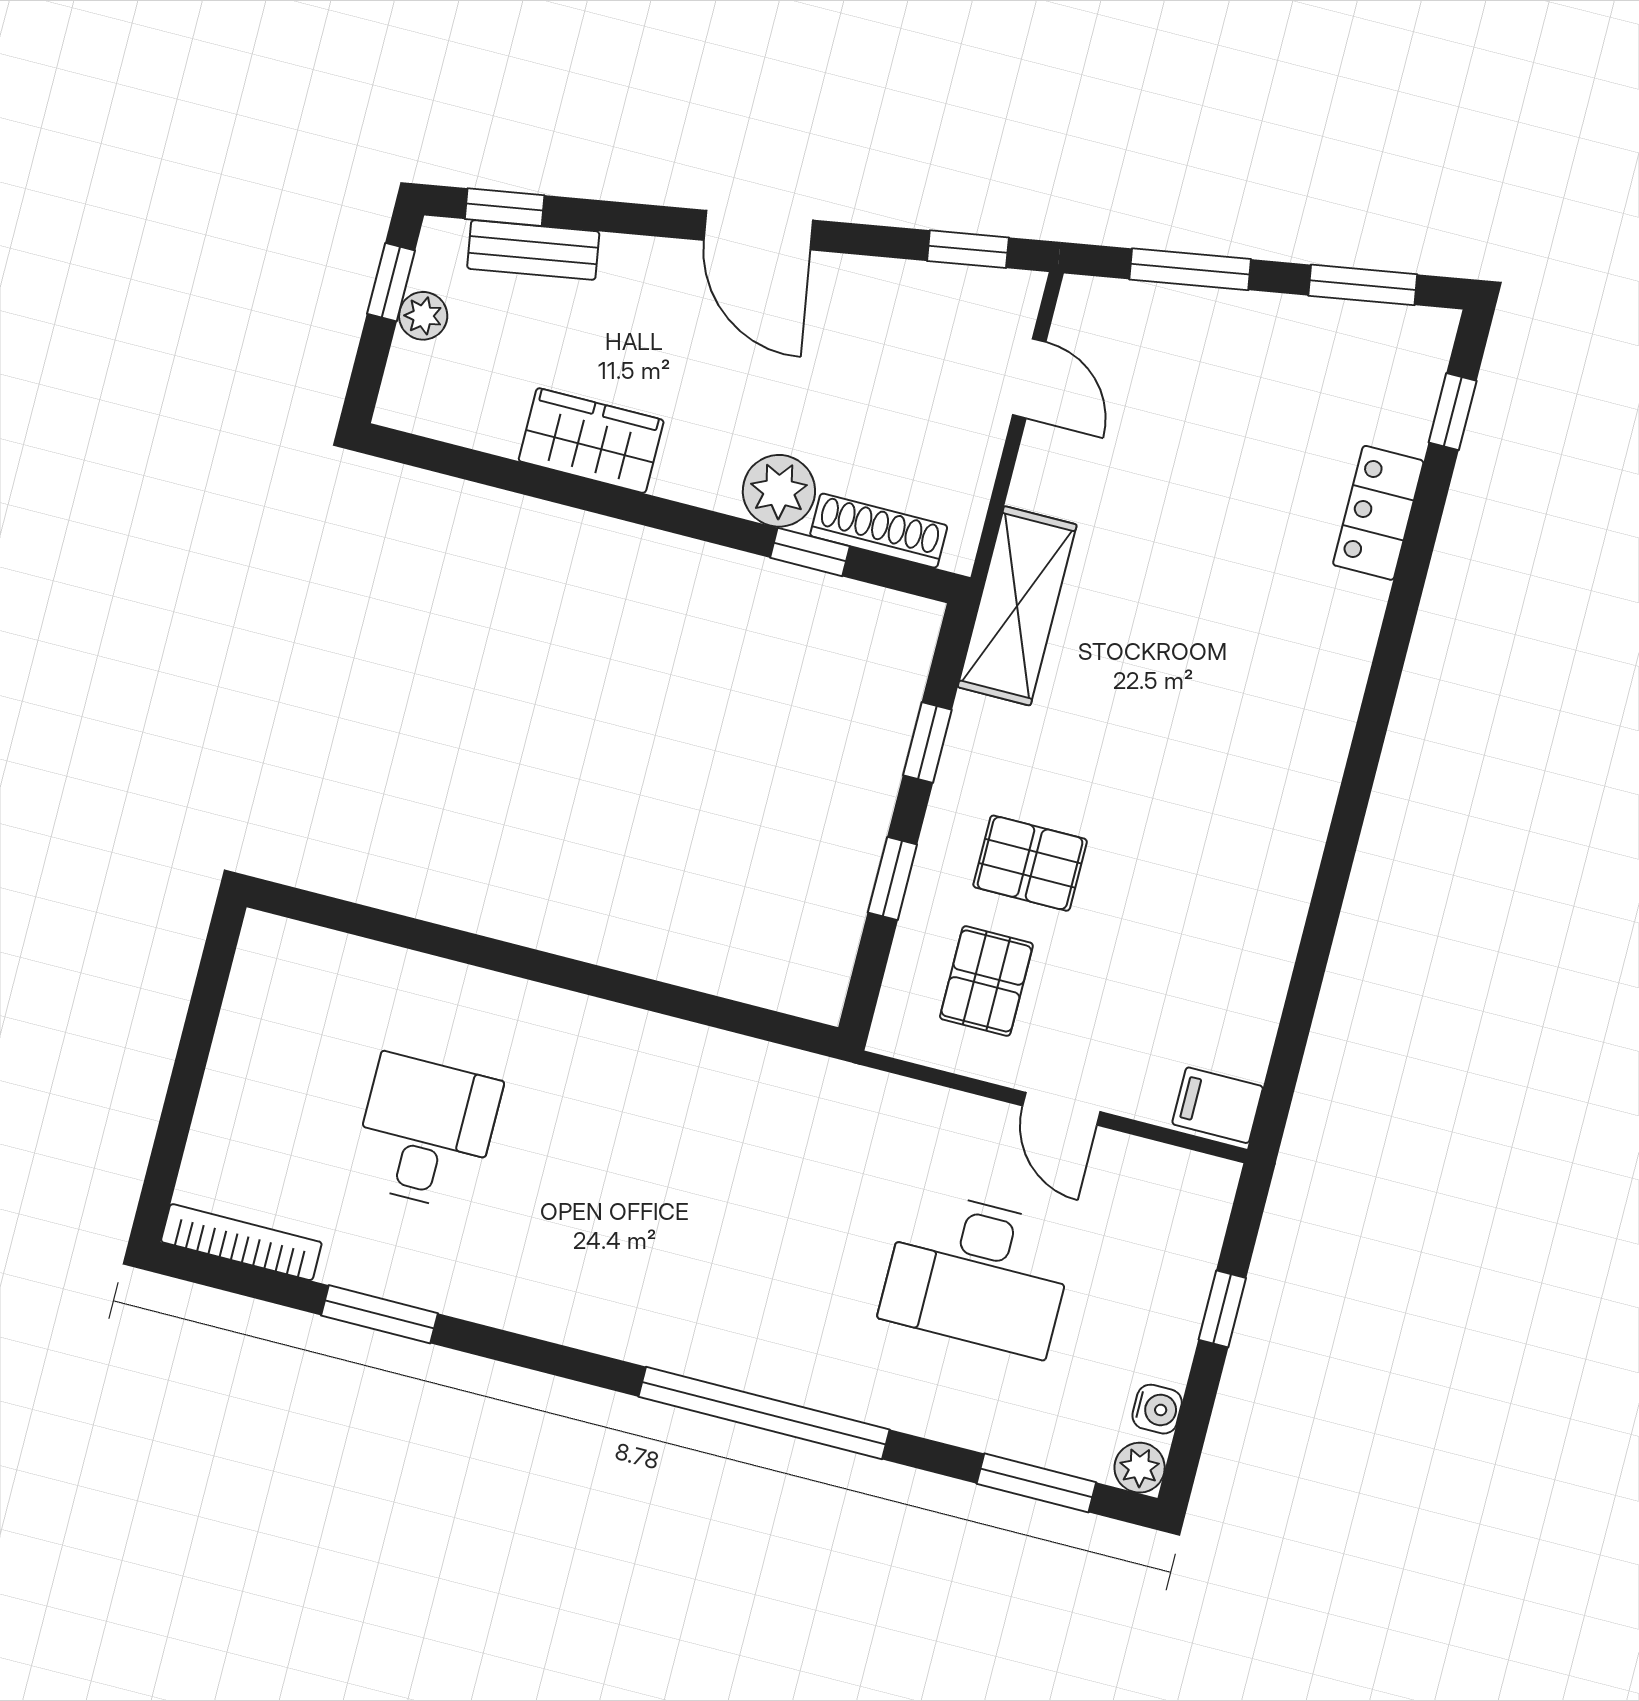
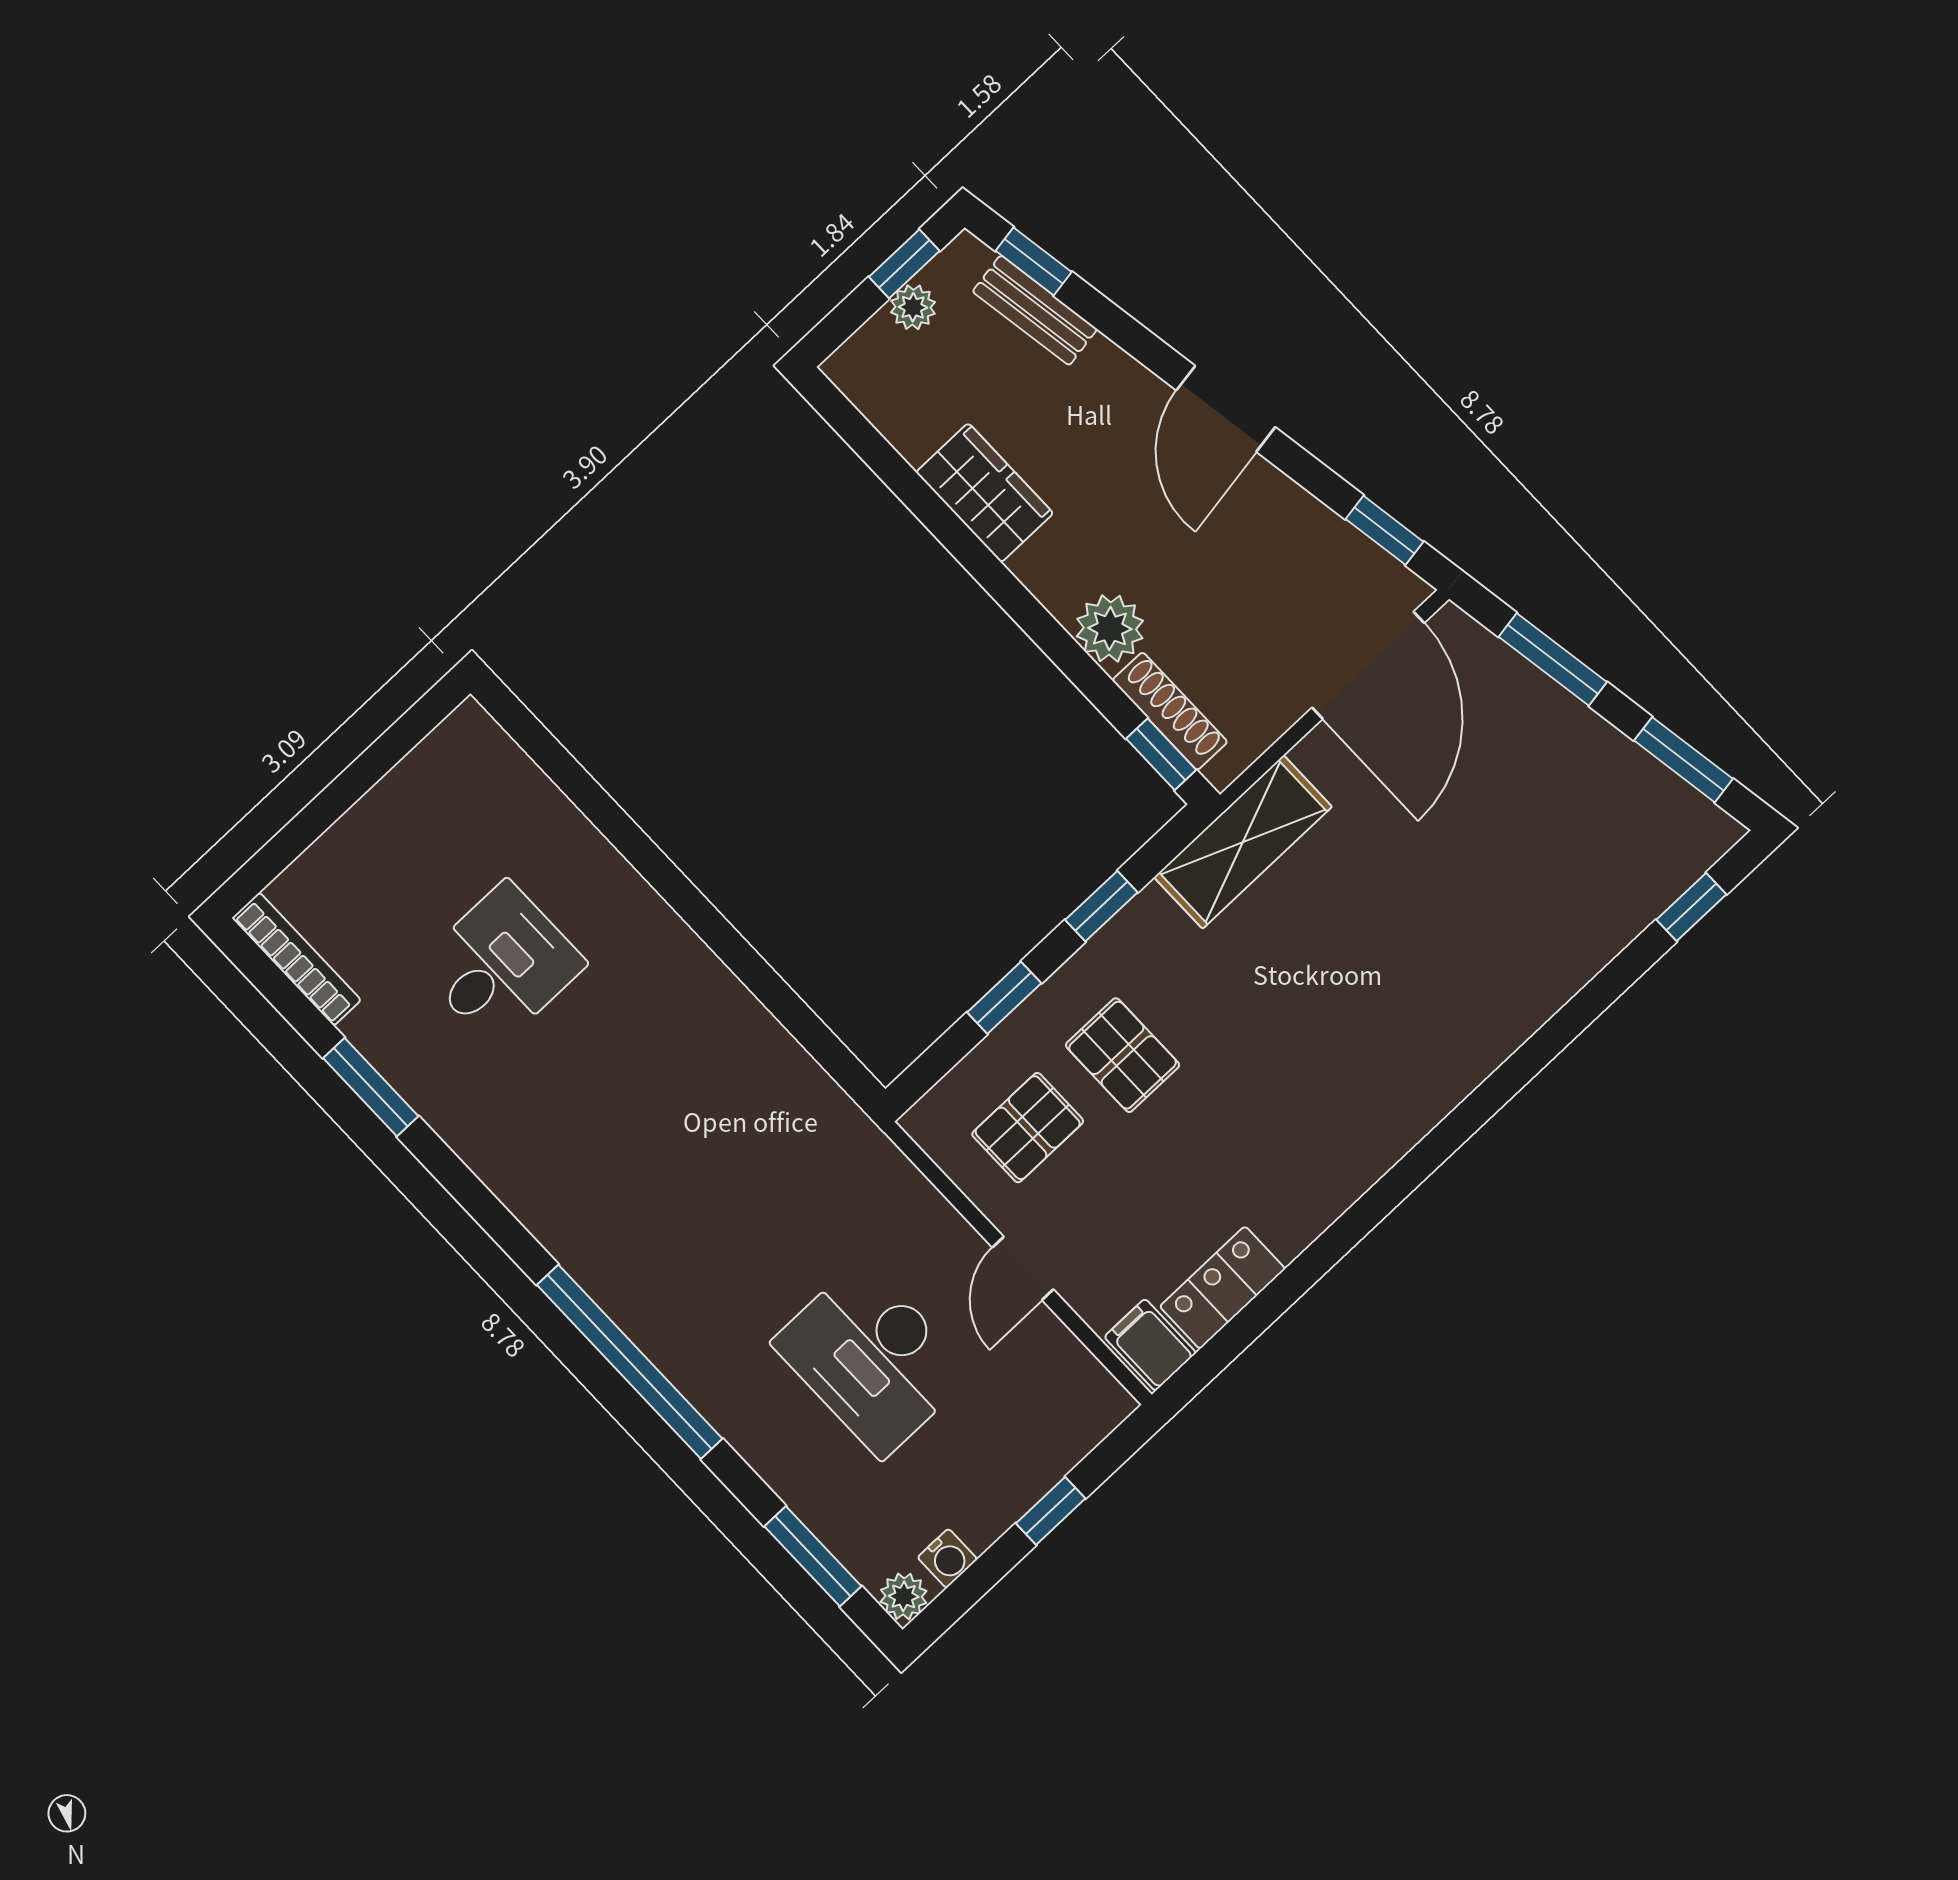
door: (1029, 378) -> (1368, 665), width x1.87
locker: (1378, 513) -> (1223, 1288), moved
window: (810, 552) -> (1161, 754), moved

